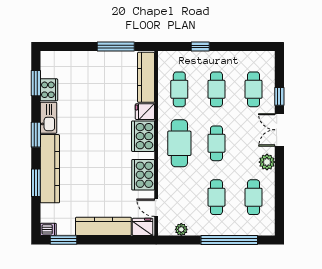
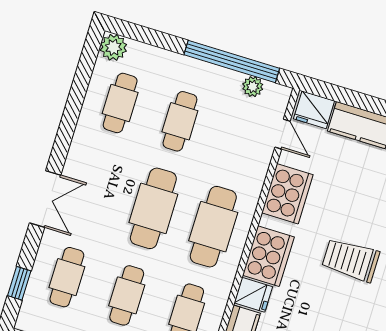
window: (279, 96) -> (19, 283), moved
cafe table: (216, 143) -> (153, 208), width x1.37, depth x1.35
trolley: (96, 148) -> (351, 260), added
plant: (267, 162) -> (113, 47), moved
window: (229, 240) -> (232, 61), moved

